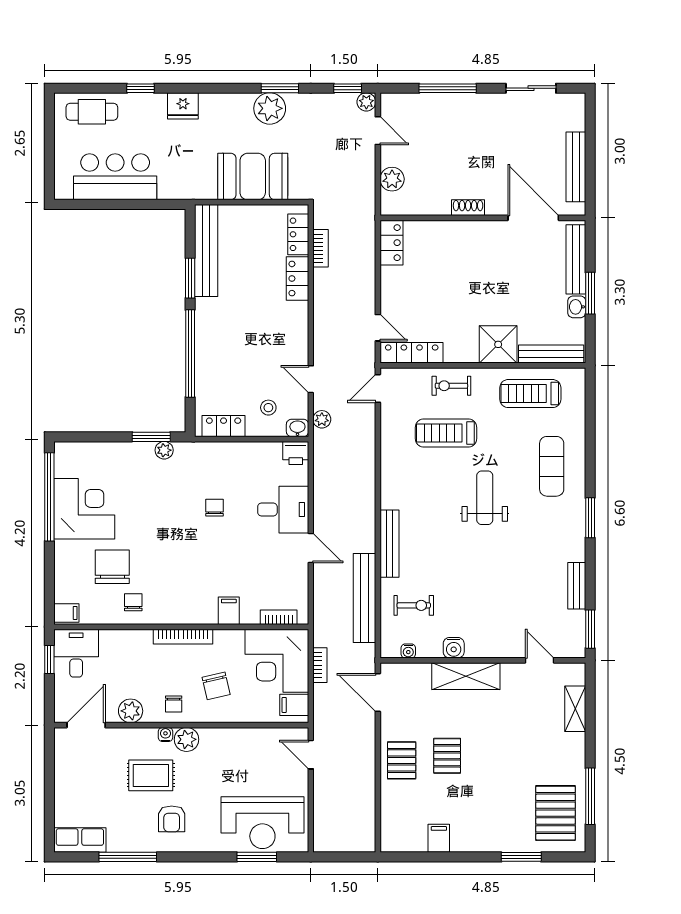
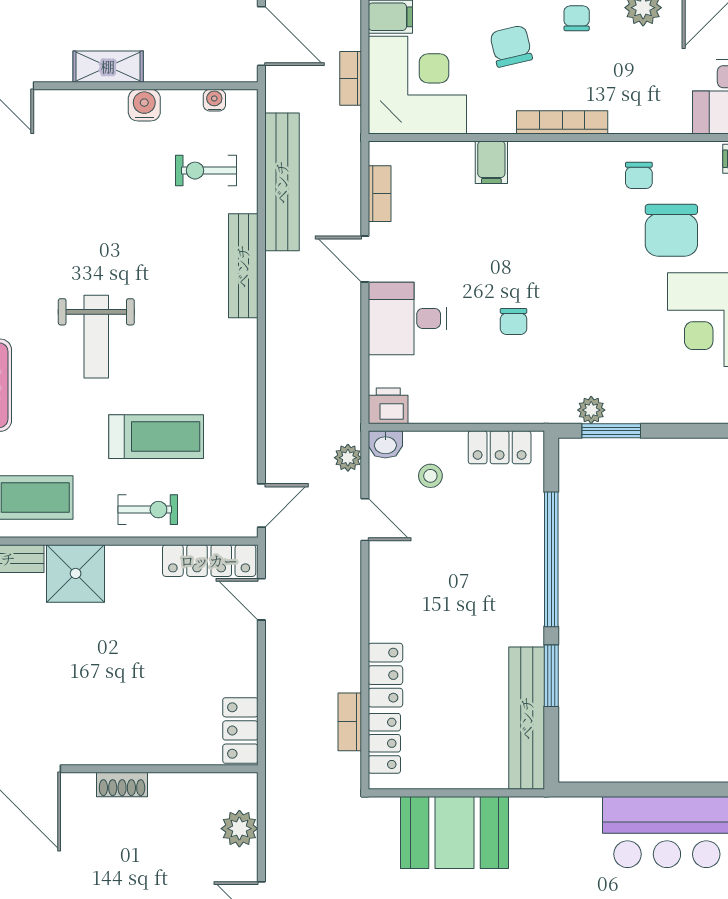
bookcase: (279, 617) -> (380, 194), moved, turned -90
shelving: (466, 676) -> (108, 67), width x0.67, depth x0.75

